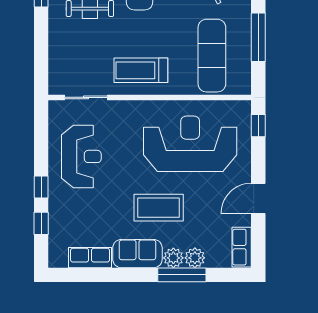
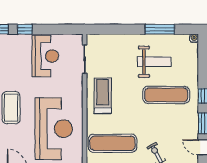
reception desk: (81, 156) -> (45, 56), turned -90

